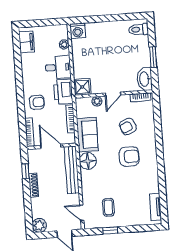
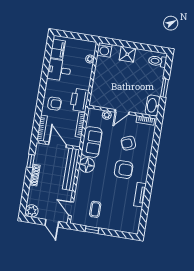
desk: (58, 67) -> (59, 70), moved, turned 180
shower: (82, 87) -> (127, 54), moved
tv unit: (155, 207) -> (140, 195), moved

